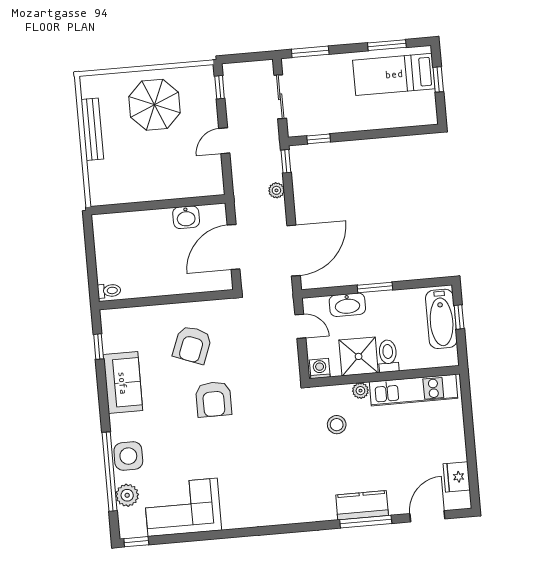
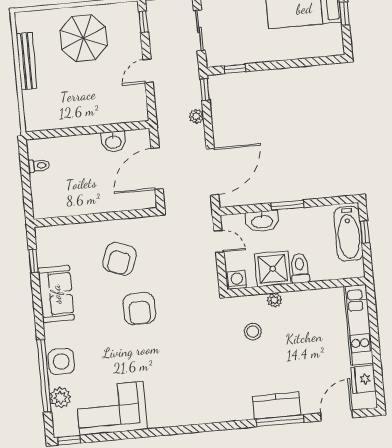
toilet: (109, 291) -> (39, 166), moved
kitchen unit: (414, 390) -> (358, 325), moved, turned 90

